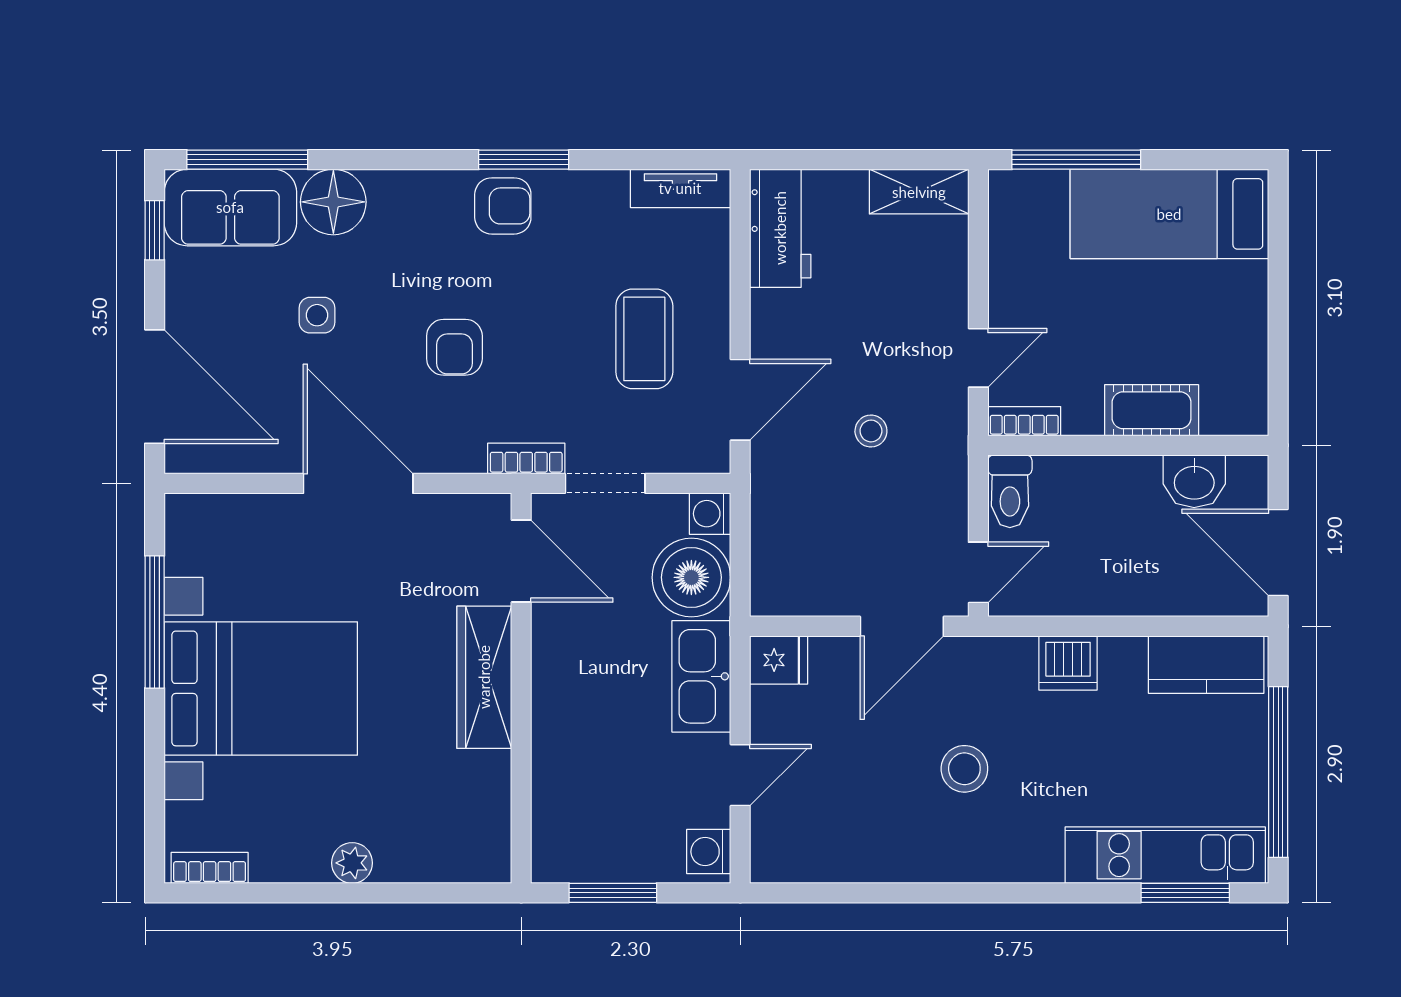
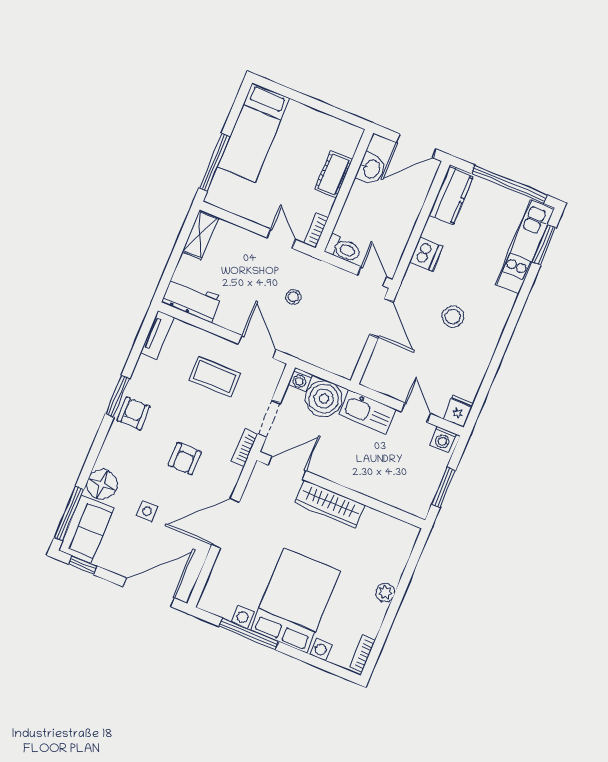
armchair: (454, 347) -> (185, 459), turned 90
fridge: (779, 660) -> (458, 411), moved

